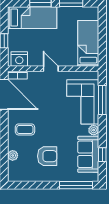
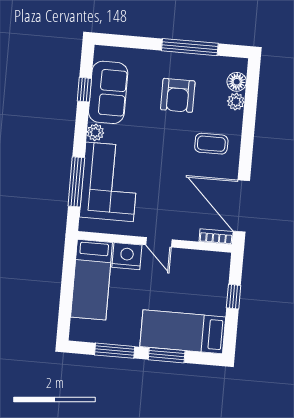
nightstand: (19, 59) -> (127, 256), moved
armchair: (47, 156) -> (178, 95), turned -90
floor lamp: (13, 167) -> (237, 82), added
window: (76, 185) -> (190, 47), moved

